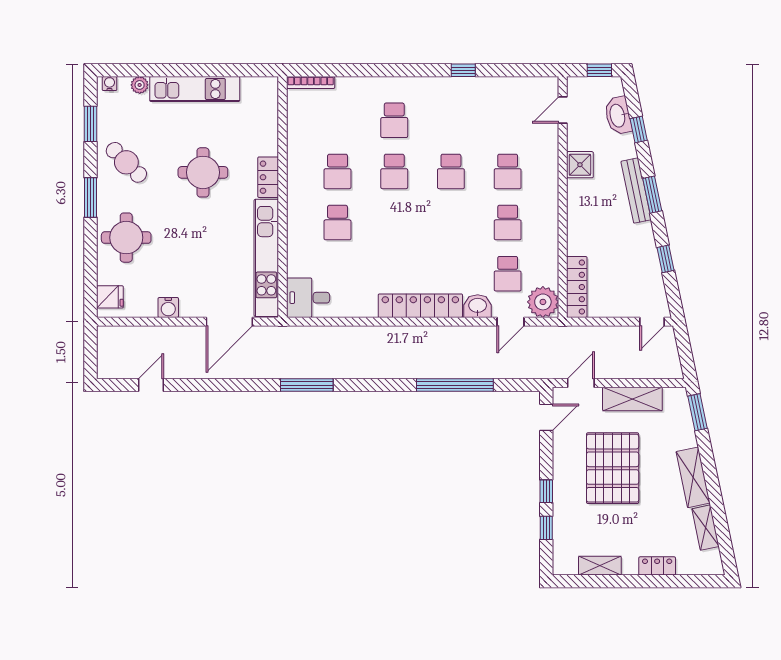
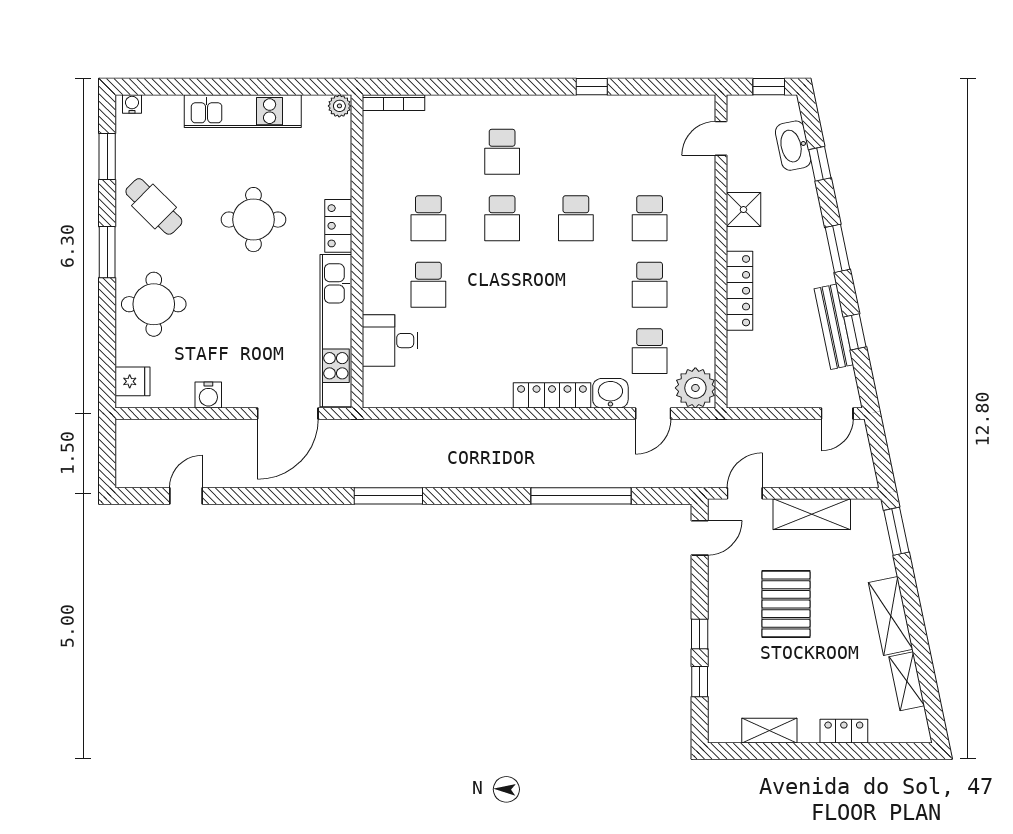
plant: (140, 85) -> (339, 106), moved
bench: (636, 191) -> (834, 327), moved
locker: (577, 287) -> (739, 291), moved
desk: (308, 298) -> (390, 341), moved
locker: (420, 306) -> (552, 395), width x0.71, depth x0.83
pallet: (613, 468) -> (786, 604), width x0.73, depth x0.71

